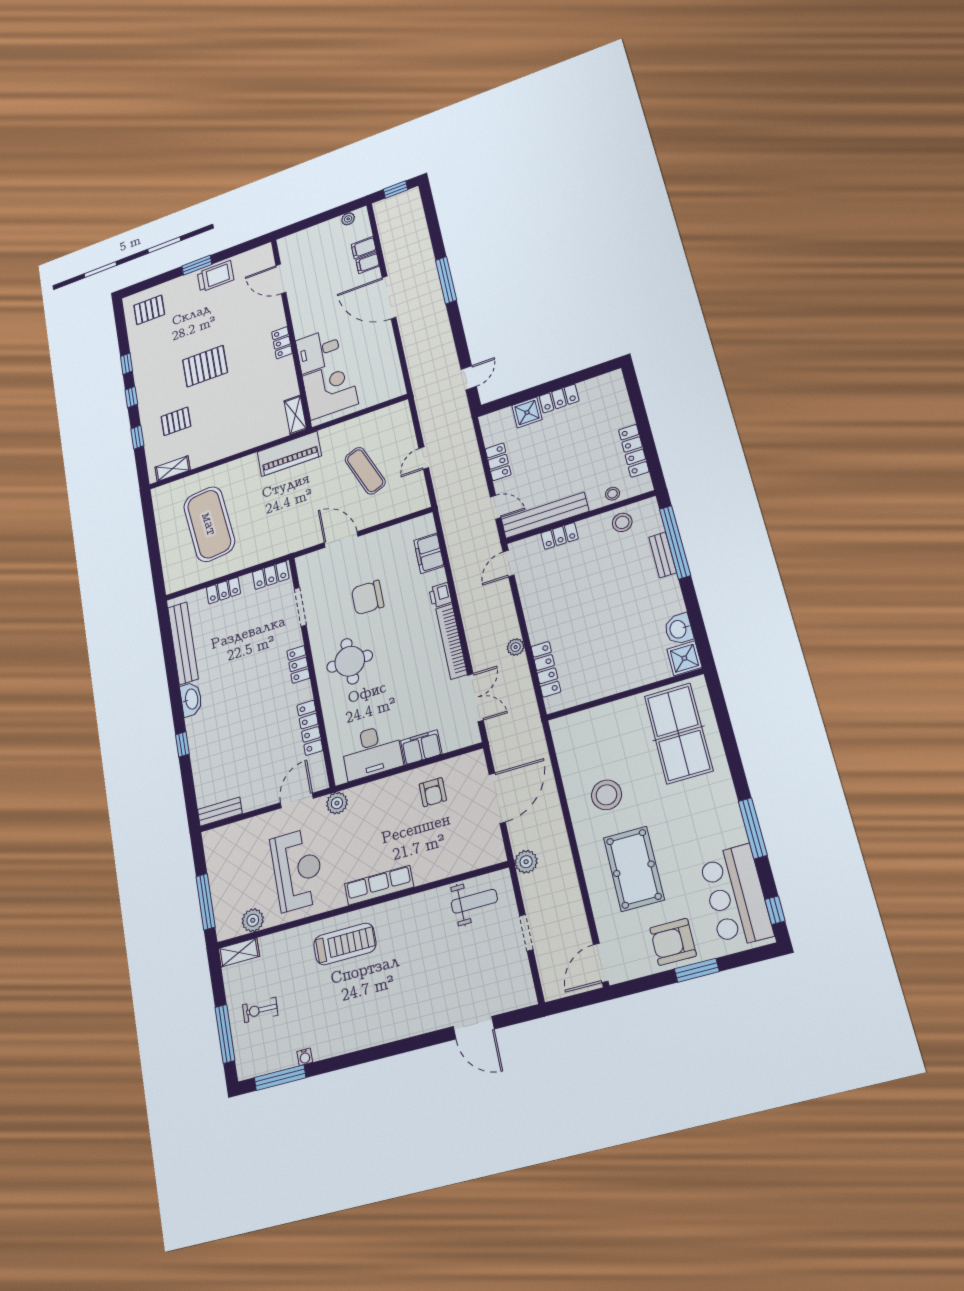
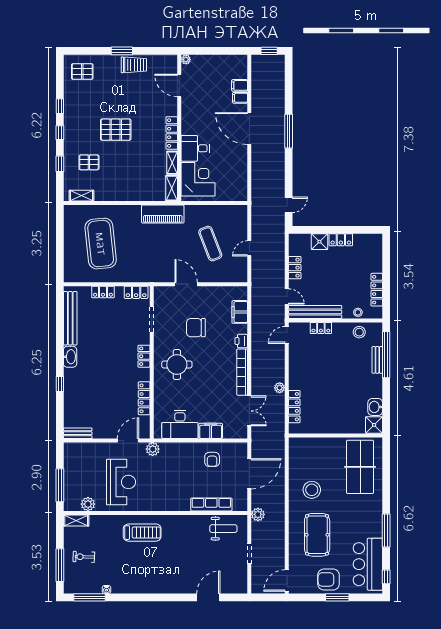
plant: (348, 219) -> (186, 59), moved
locker: (282, 343) -> (172, 133), width x1.53
shelving: (290, 381) -> (172, 163), added
row of seats: (379, 885) -> (211, 505), moved
door: (474, 1028) -> (208, 597), swing flipped

